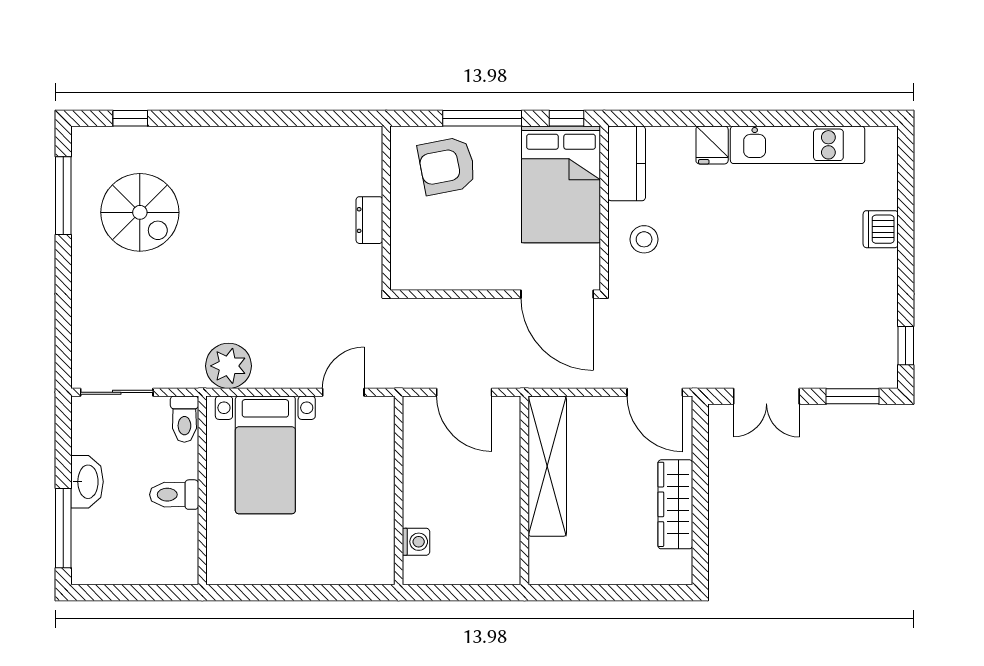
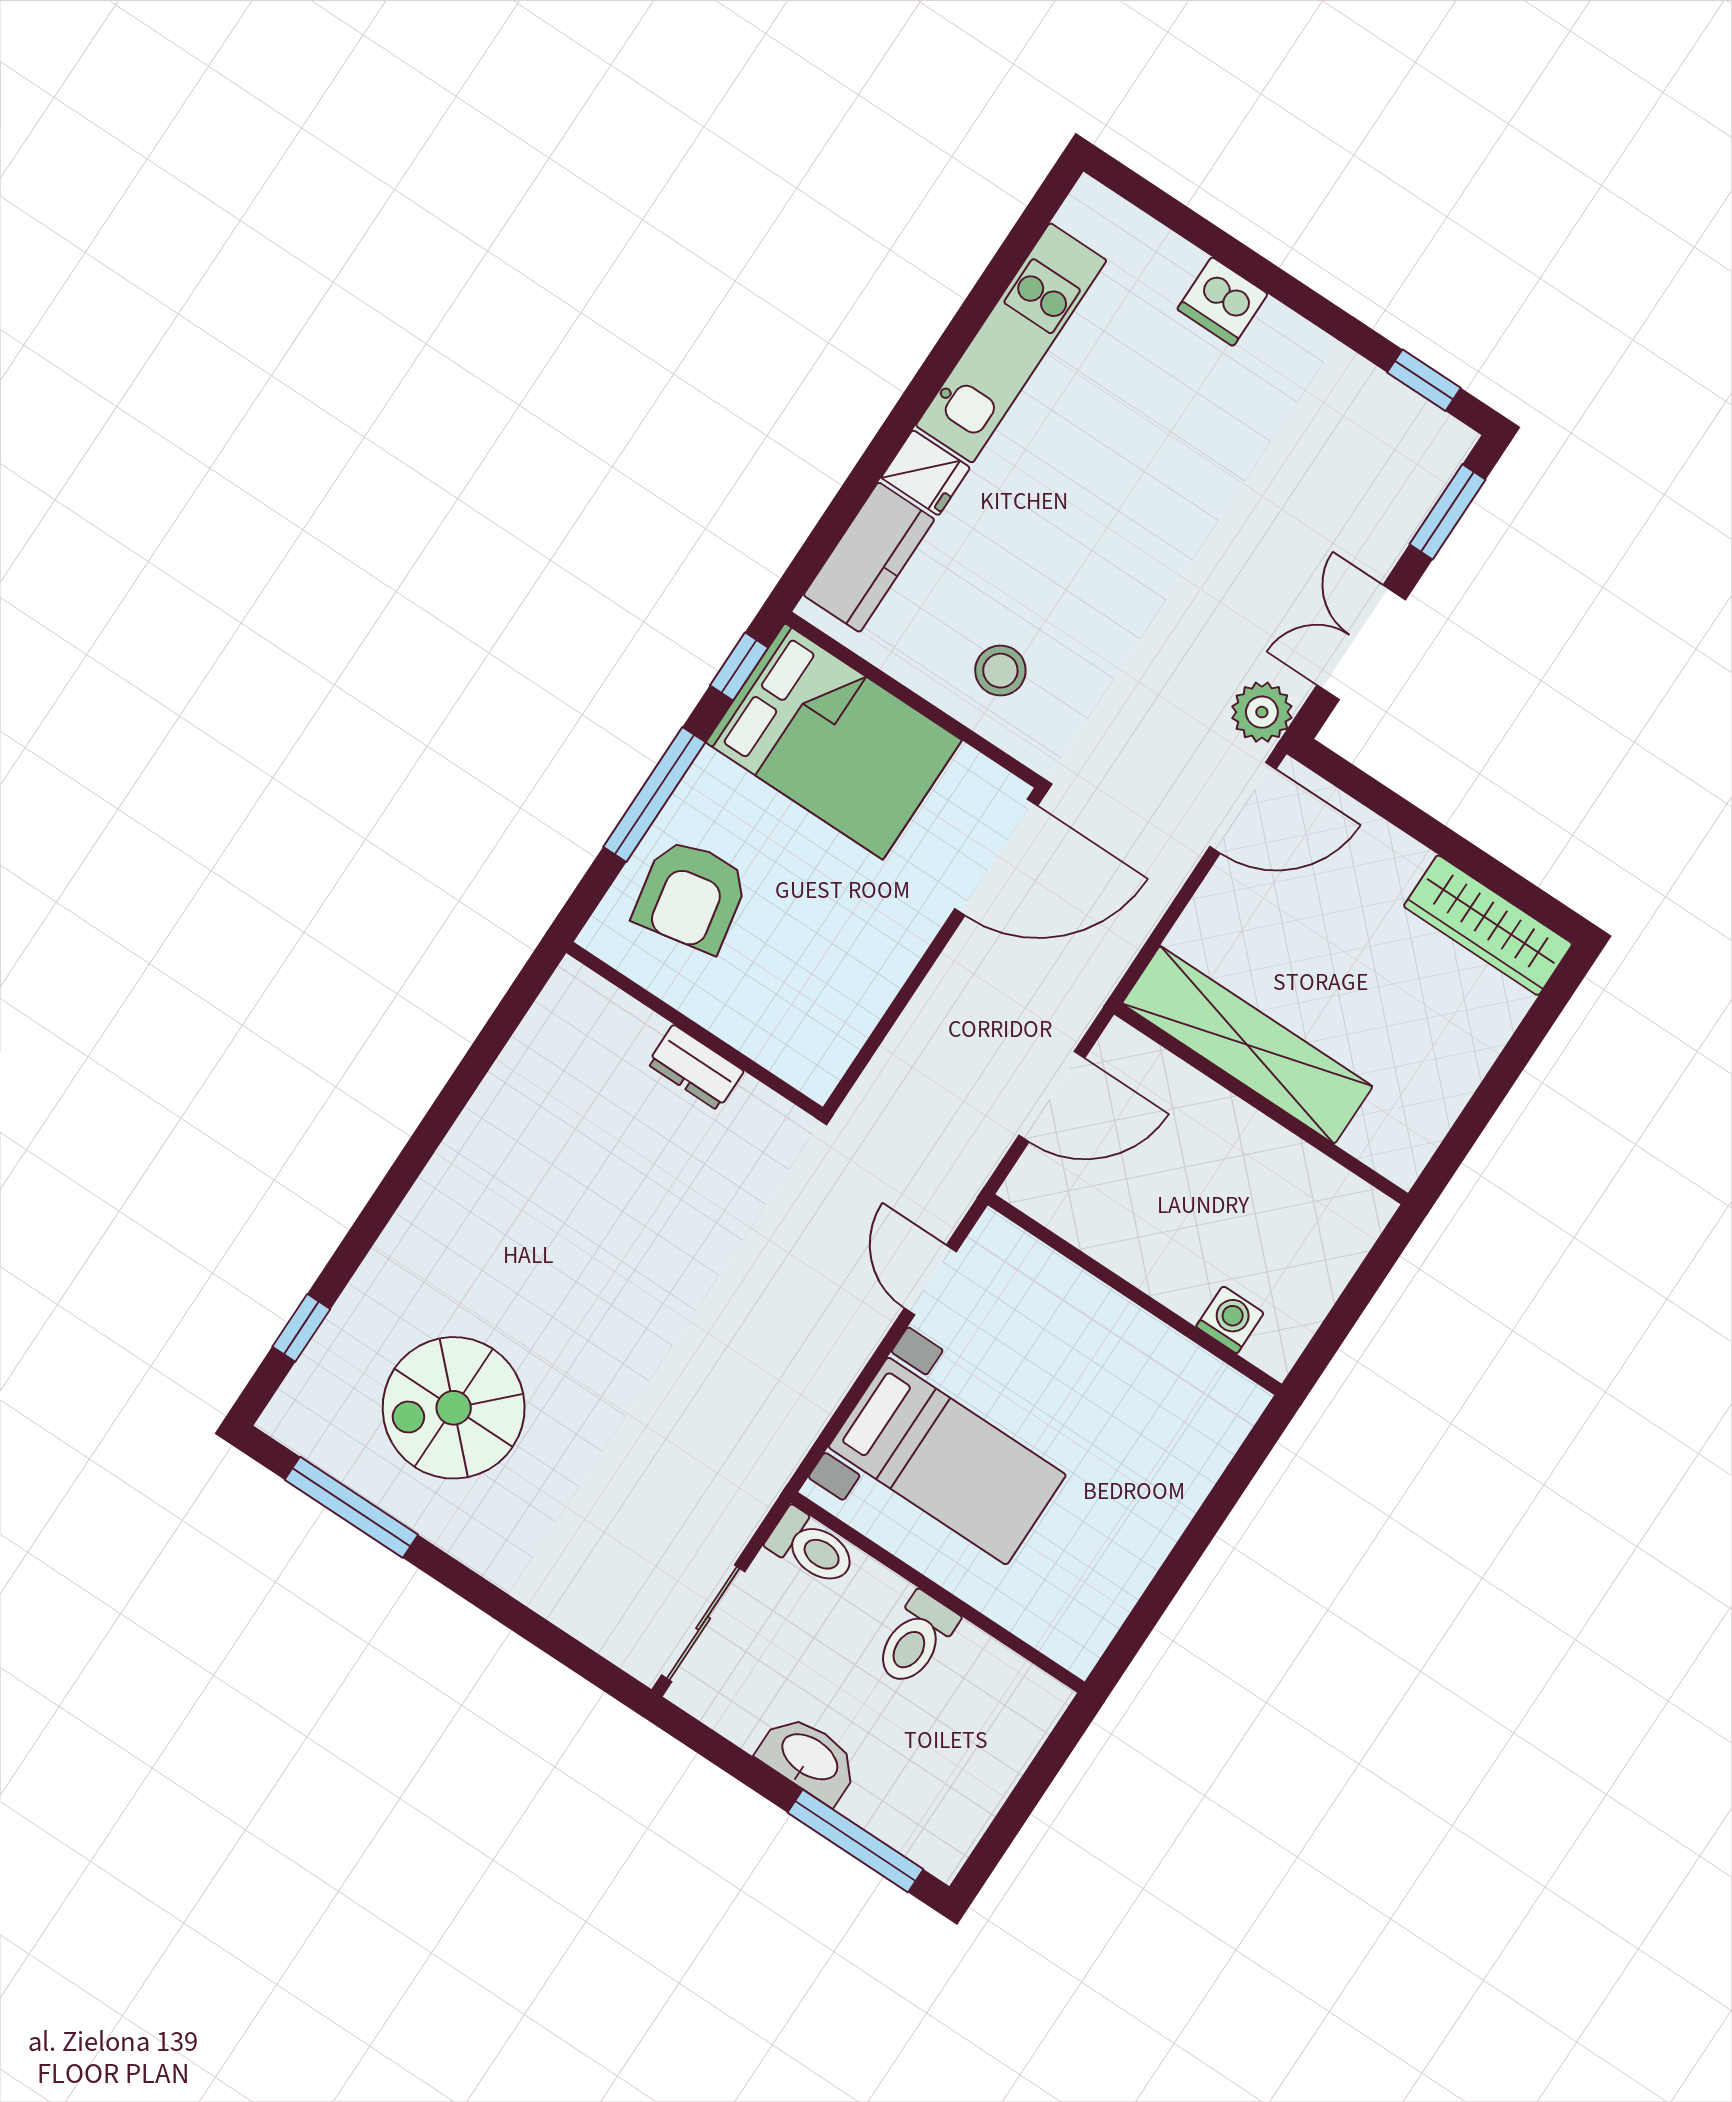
kitchen counter: (627, 163) -> (869, 557), moved, turned 90
spiral stairs: (140, 212) -> (454, 1408), turned 180
plant: (228, 366) -> (1262, 712), moved, width x0.73, depth x0.73
double door: (766, 396) -> (1361, 642), swing flipped
wardrobe: (675, 504) -> (1488, 925), moved

